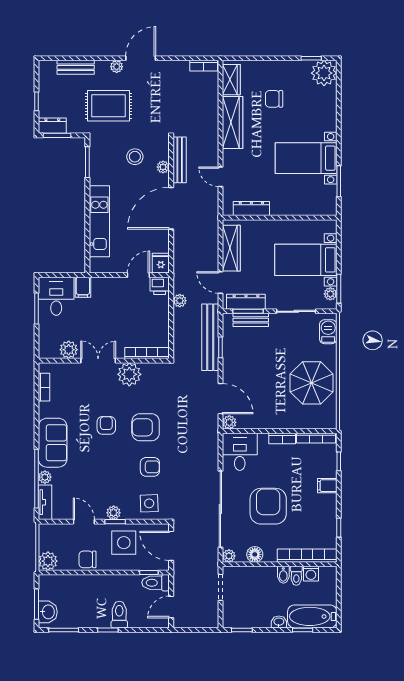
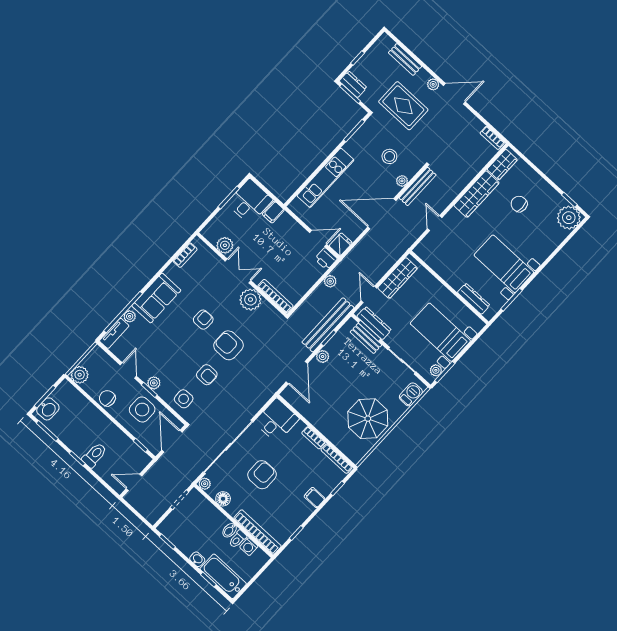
dresser: (251, 209) -> (474, 299), moved
plant: (229, 422) -> (323, 356), moved
armchair: (268, 506) -> (262, 475), width x0.73, depth x0.73
toilet: (156, 583) -> (139, 456), removed

